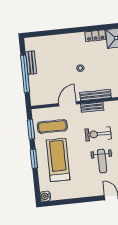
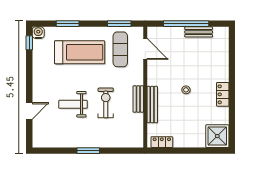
locker: (95, 36) -> (223, 94), moved
door: (67, 104) -> (145, 49), moved
window: (34, 159) -> (68, 24), moved
window: (55, 203) -> (29, 43), added

